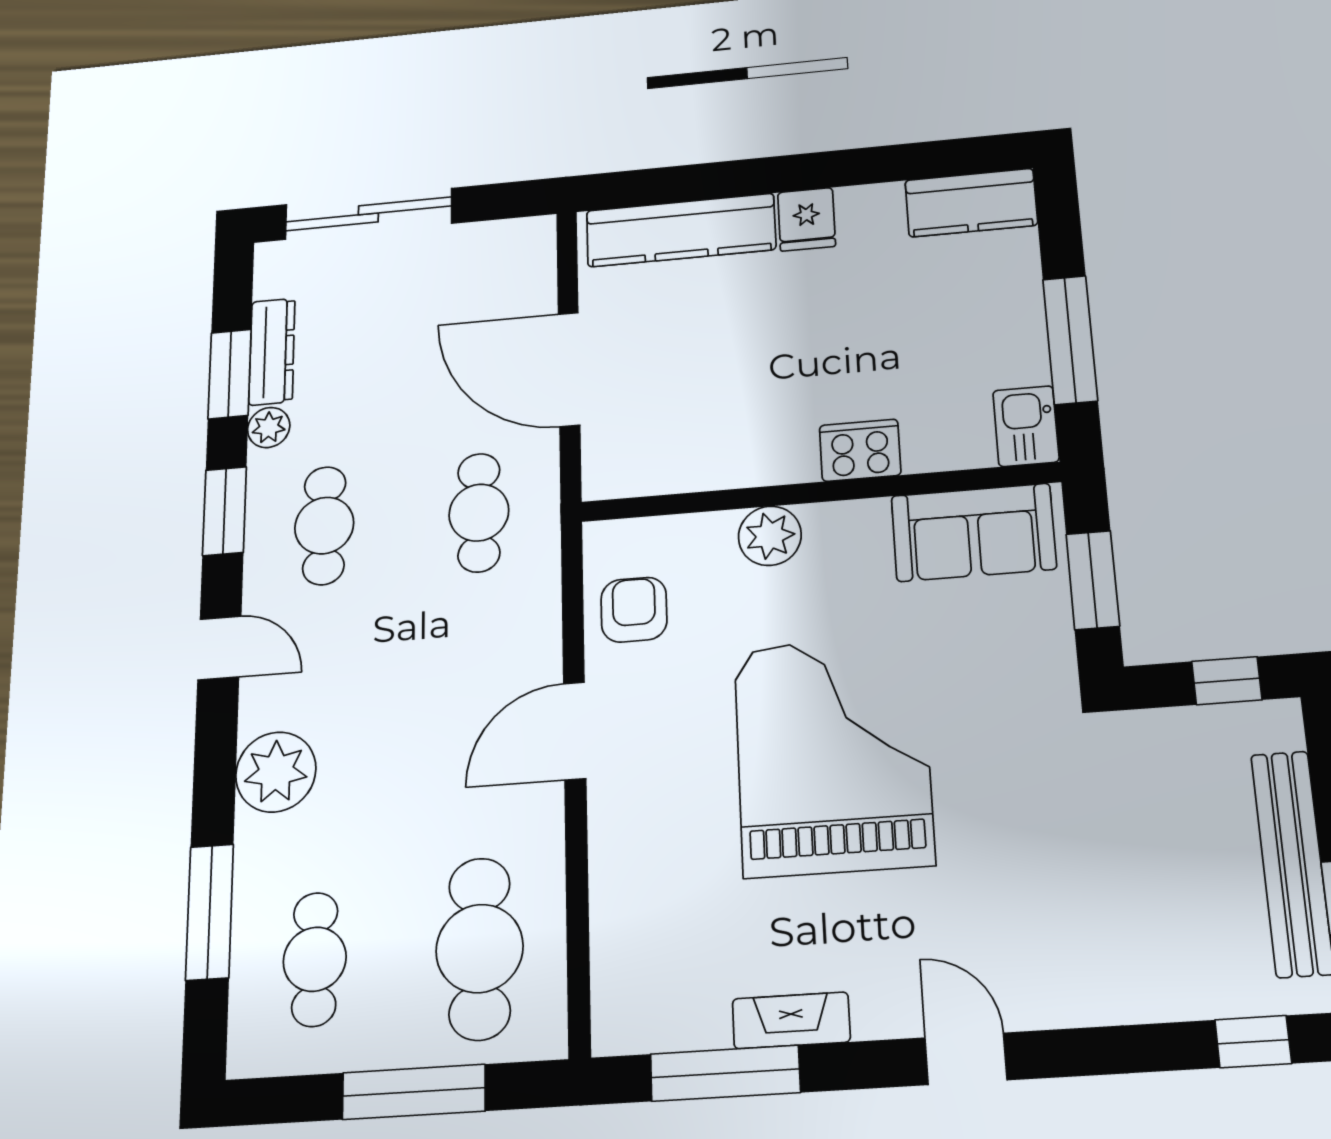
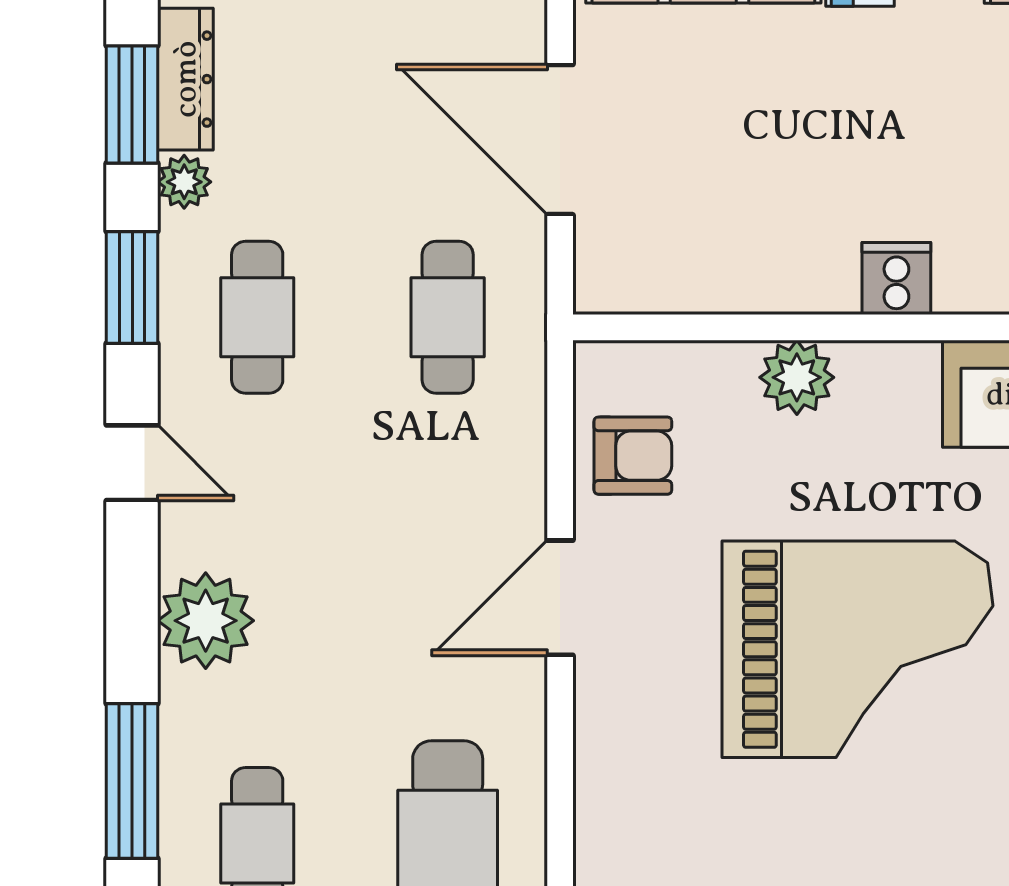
cooker: (860, 450) -> (896, 279), width x0.73
armchair: (634, 610) -> (633, 456), turned 90
grand piano: (833, 755) -> (857, 649), turned 90

